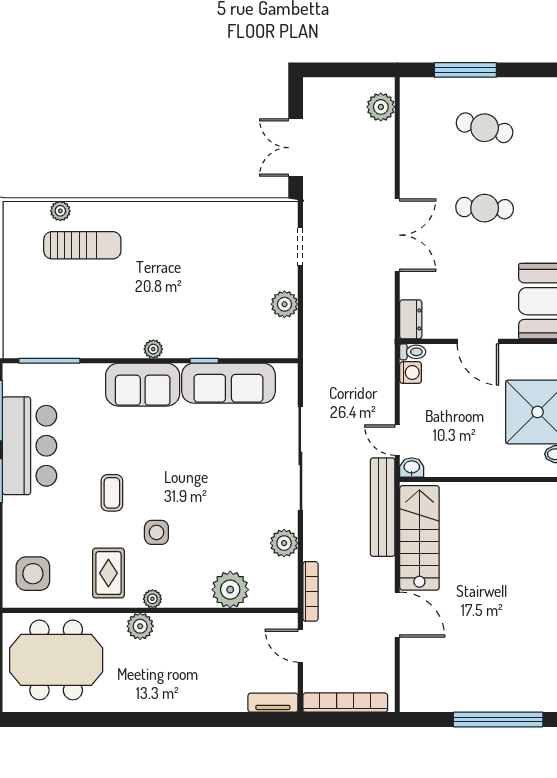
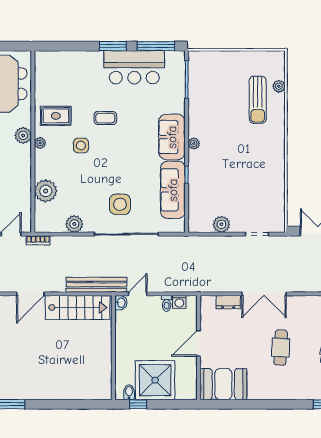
dresser: (411, 319) -> (228, 302), moved
toilet: (413, 352) -> (167, 303), moved
side table: (33, 574) -> (120, 204), moved
bookcase: (310, 591) -> (38, 240), width x0.64

